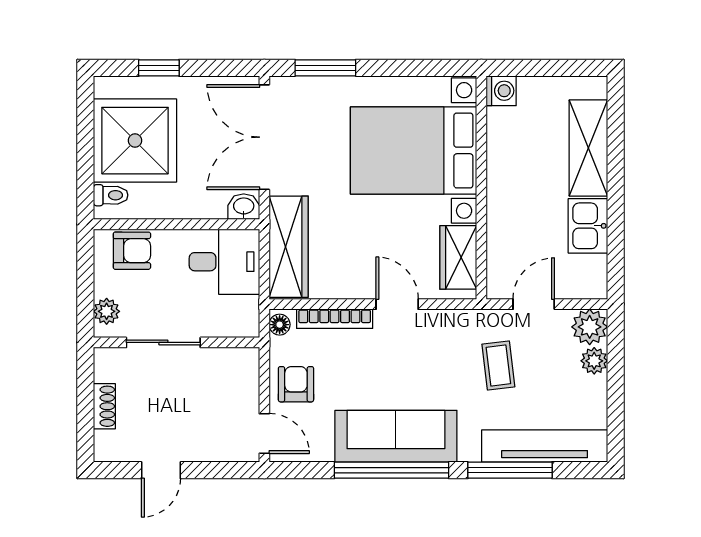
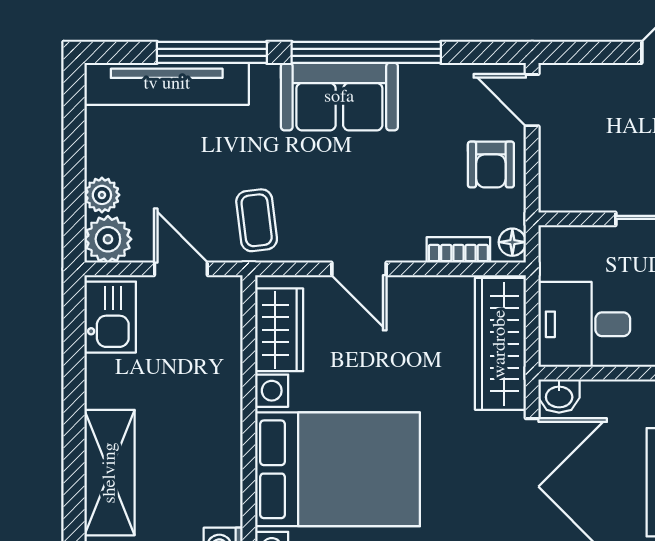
kitchen sink: (588, 226) -> (110, 317), moved
door: (534, 304) -> (181, 269), swing flipped
bookcase: (335, 319) -> (458, 250), width x0.64
coffee table: (498, 365) -> (257, 220), moved
sofa: (396, 436) -> (339, 97), width x0.73

